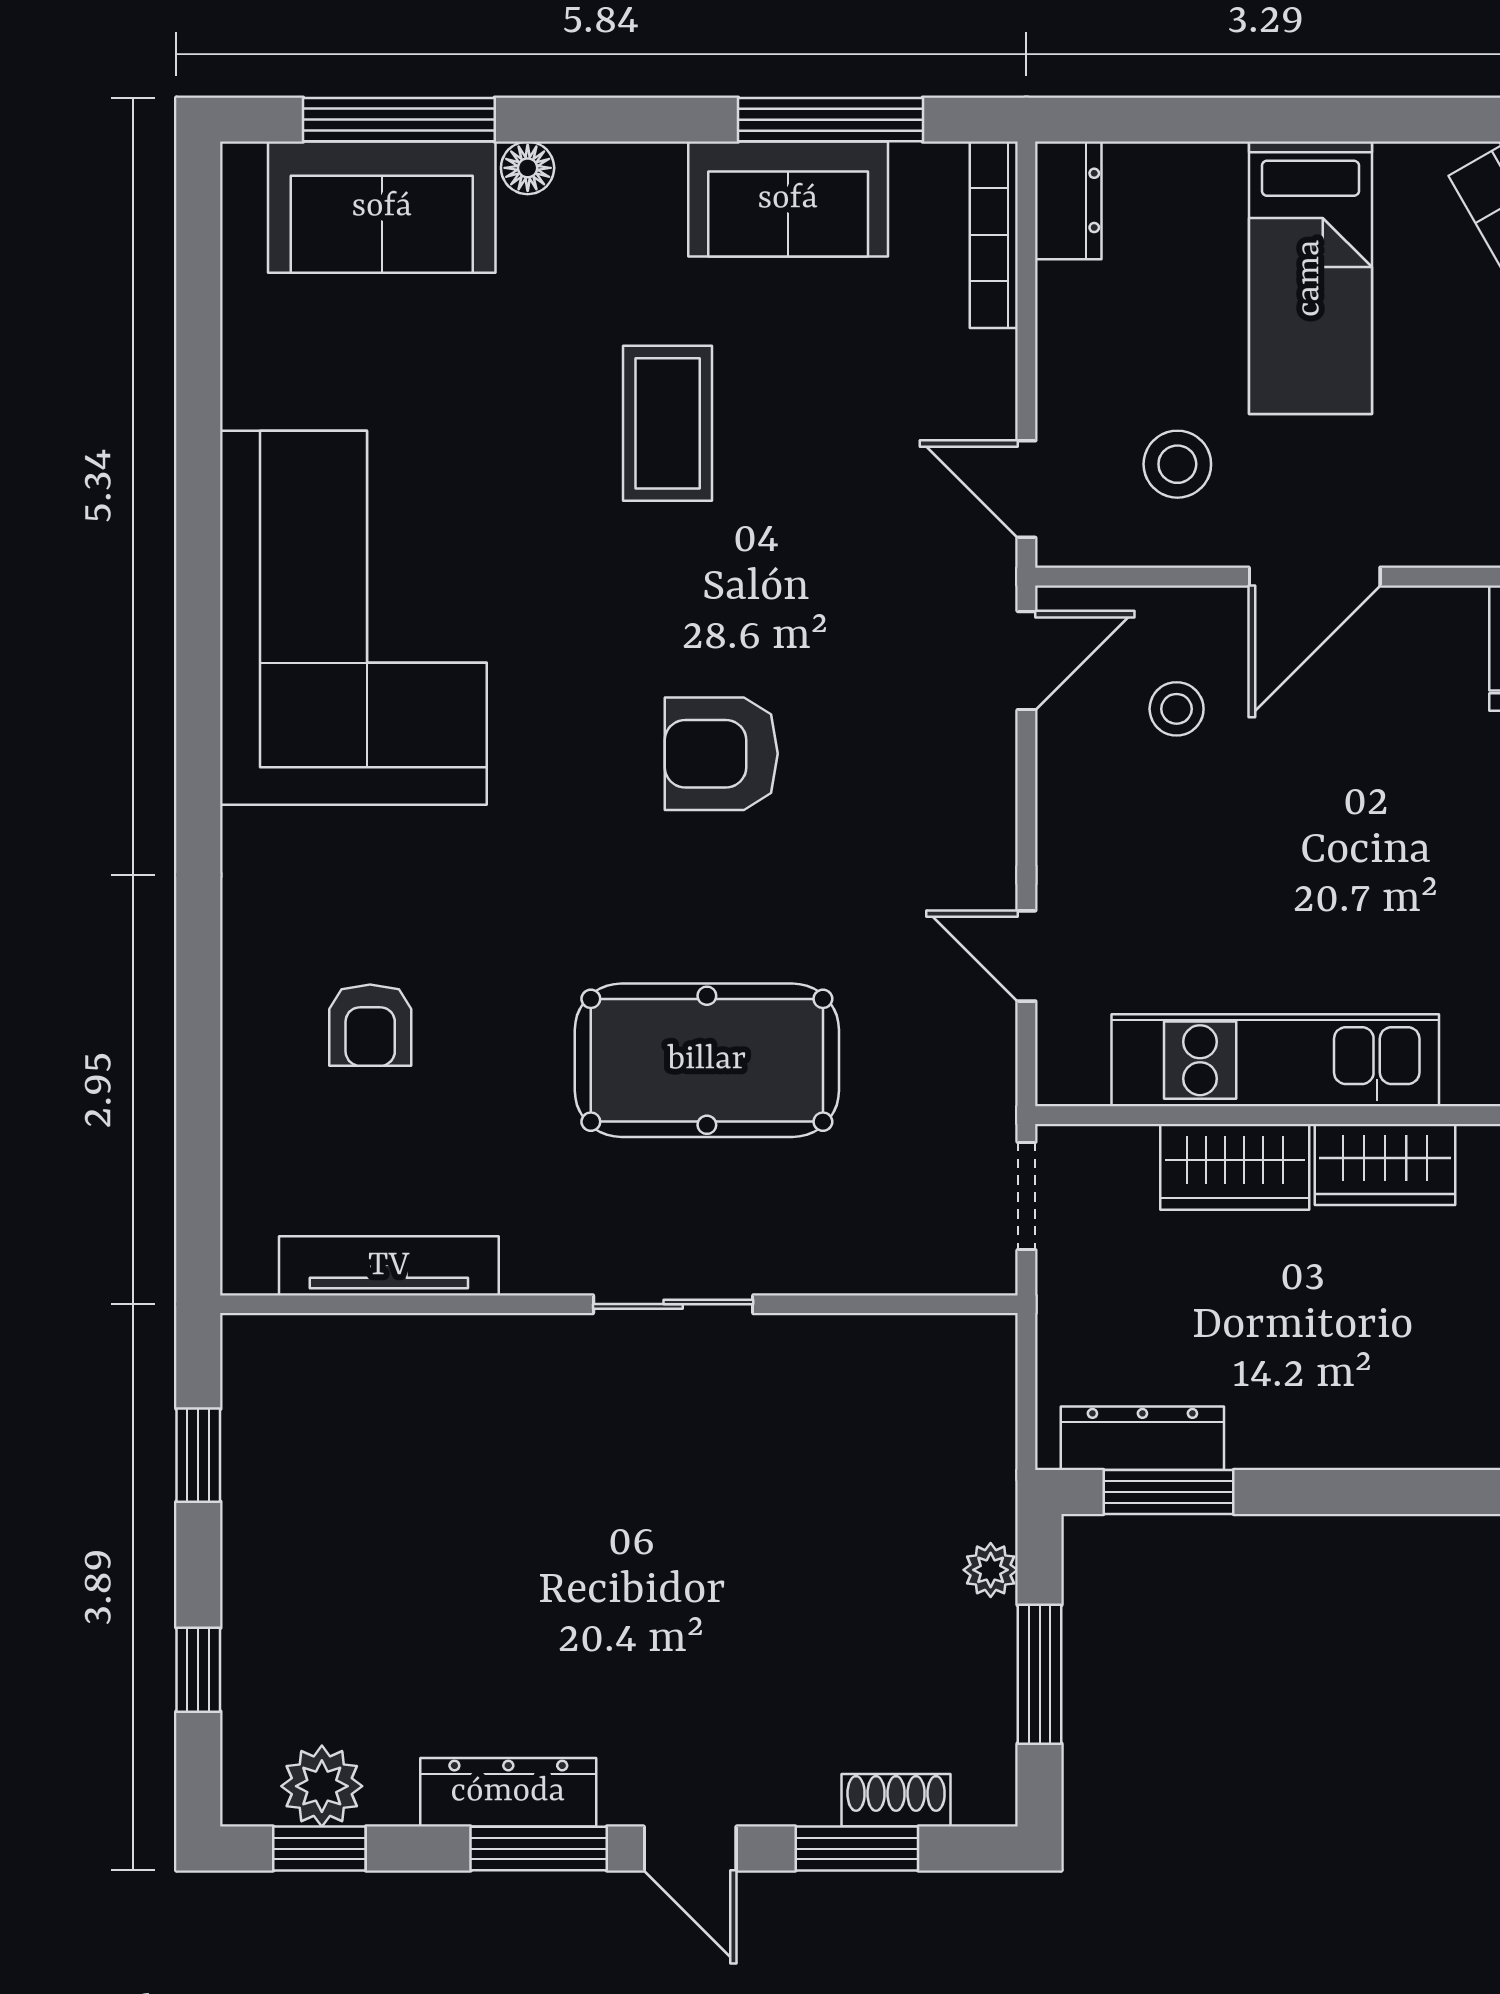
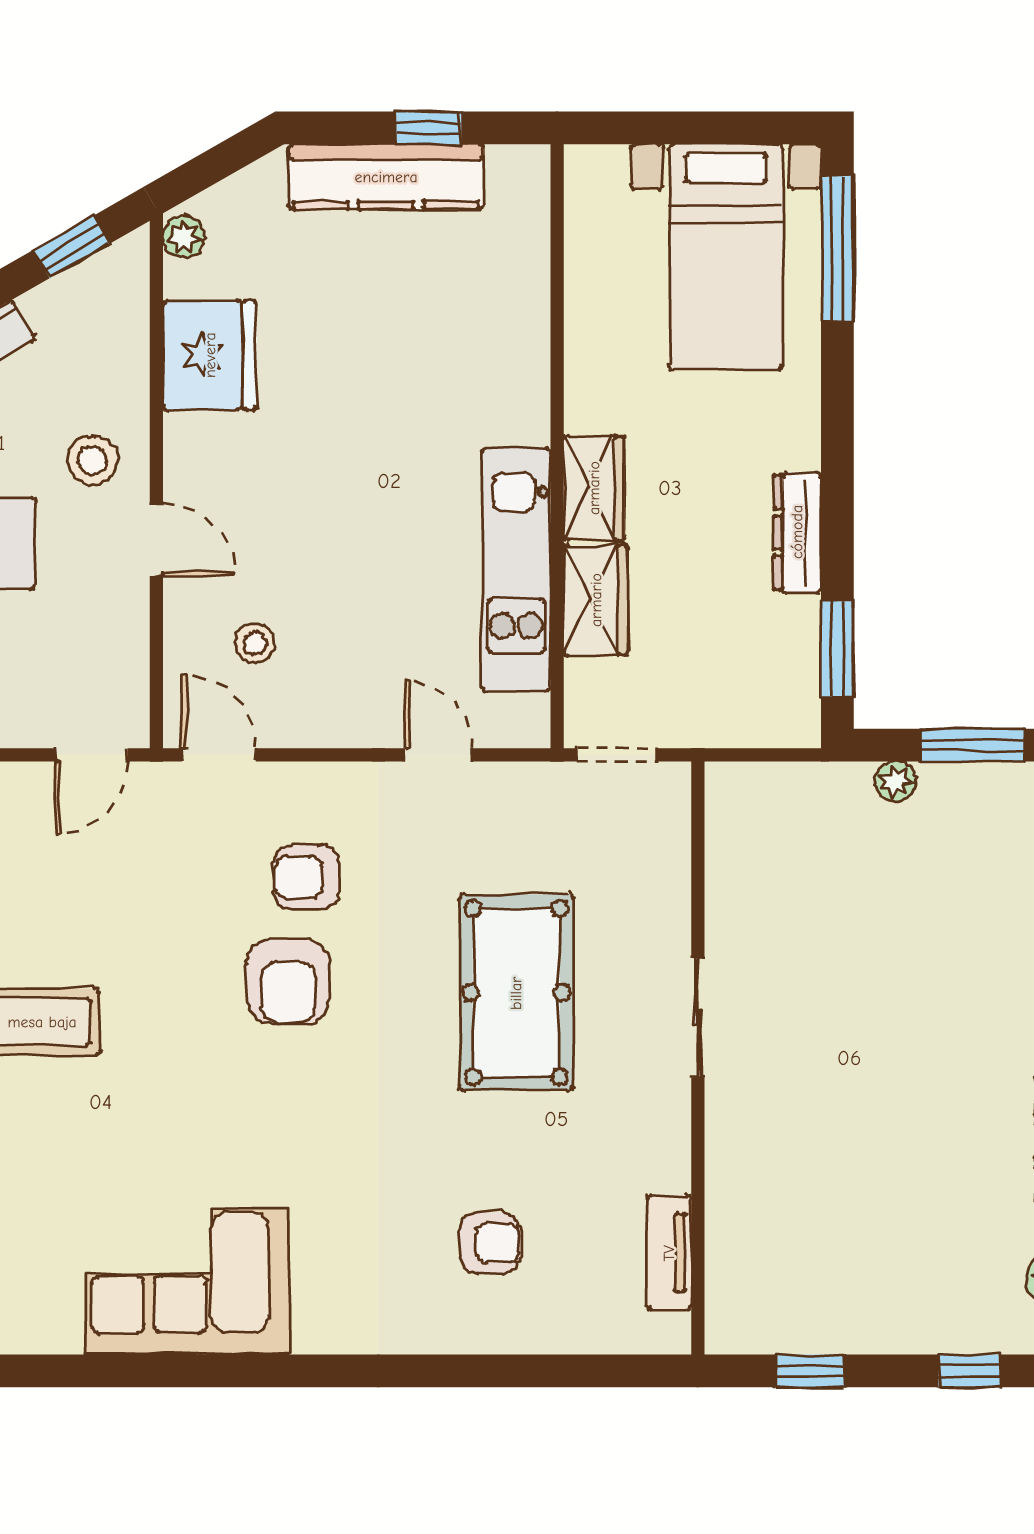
stool: (1177, 464) -> (92, 460), moved
door: (1315, 577) -> (156, 540), width x0.73
corner sofa: (353, 618) -> (187, 1282), width x0.73, depth x0.74
armchair: (862, 778) -> (306, 877), added
door: (1026, 956) -> (439, 755), swing flipped
tv unit: (389, 1266) -> (669, 1253), width x0.71
dresser: (1142, 1438) -> (797, 532), moved

